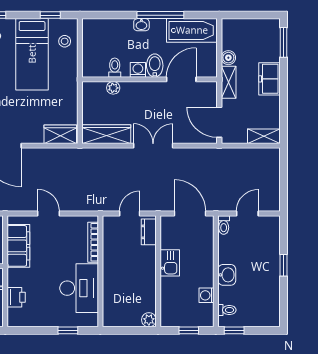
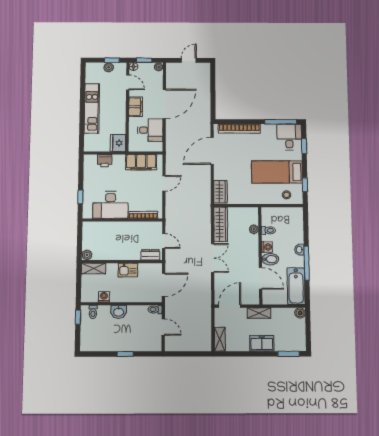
boiler: (228, 58) -> (300, 313), moved
shelving: (168, 310) -> (94, 268), added
window: (189, 330) -> (79, 284), removed

